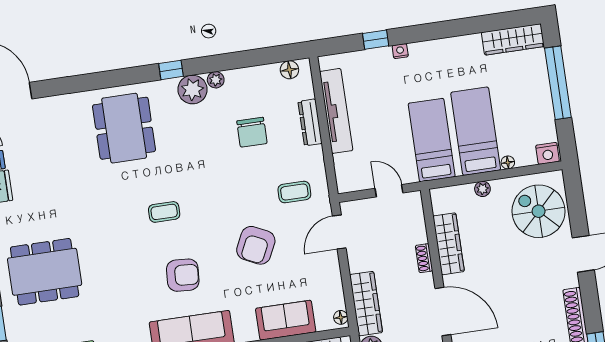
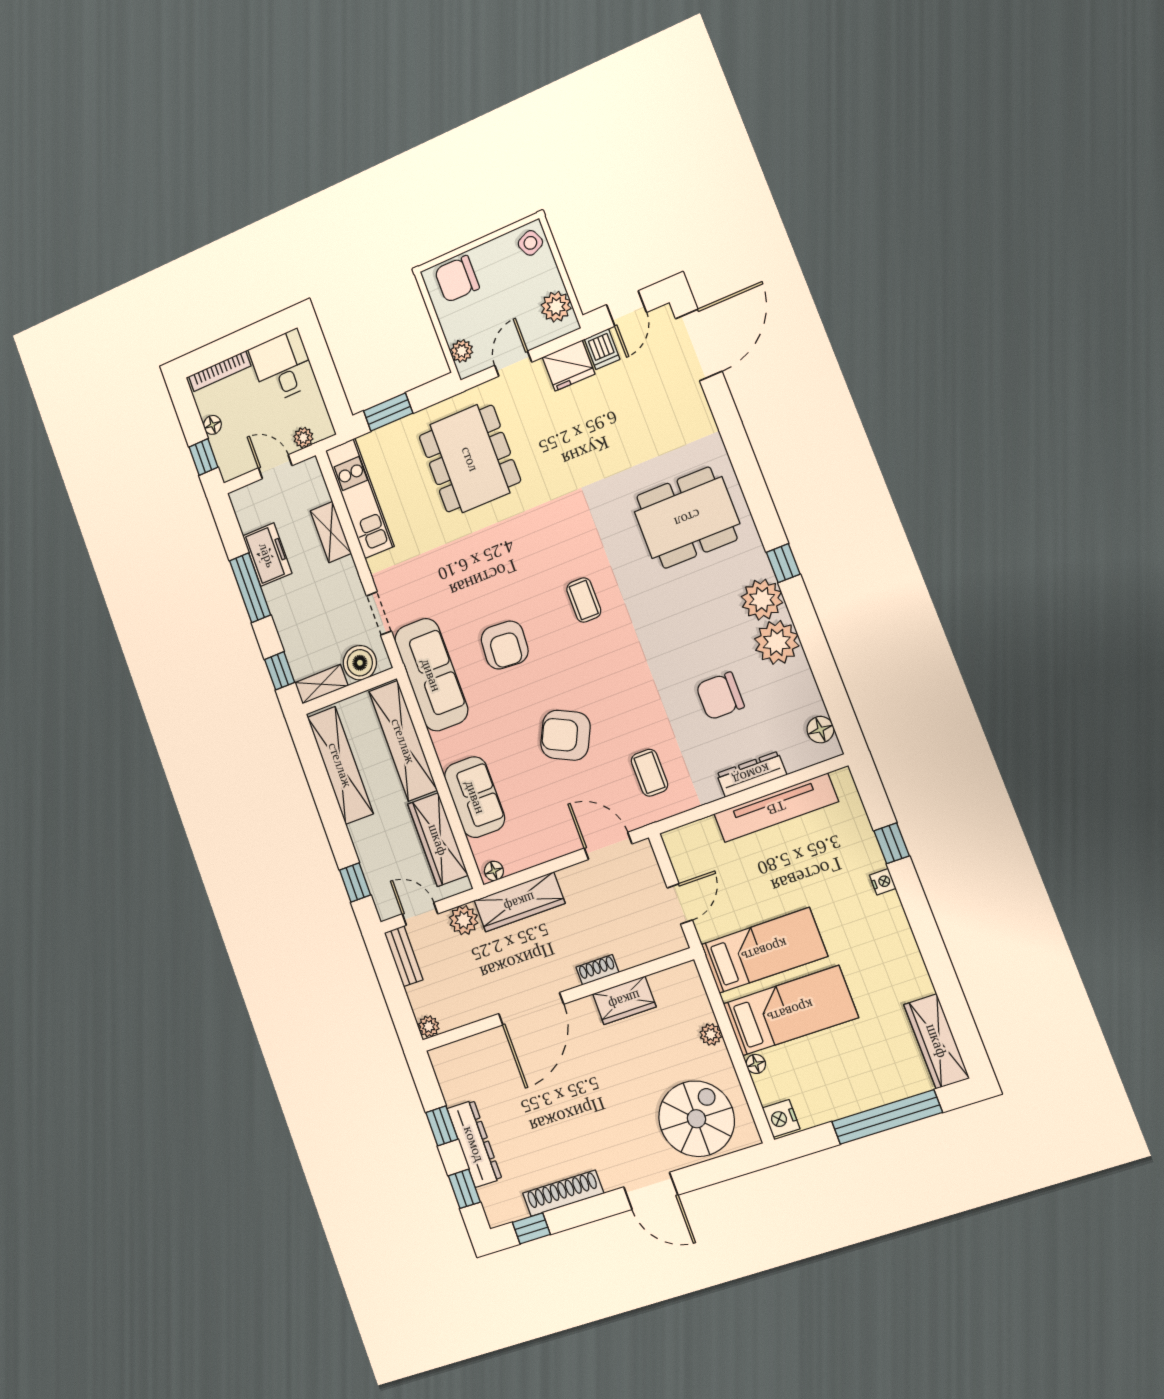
plant: (216, 80) -> (777, 642), width x1.87, depth x1.87
wardrobe: (449, 244) -> (624, 1000), width x0.67

